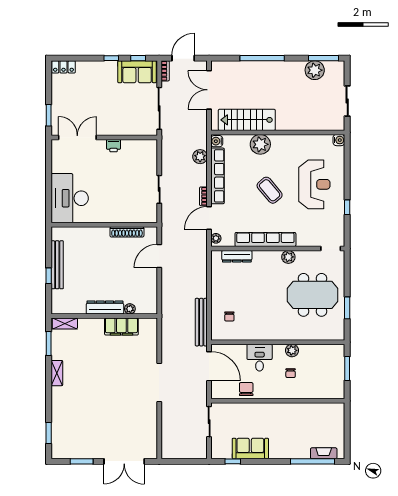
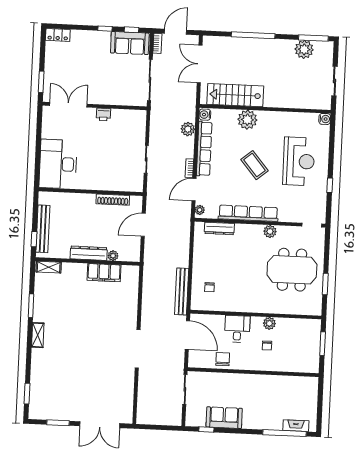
dresser: (105, 307) -> (89, 253), moved
plant: (130, 309) -> (113, 256), moved
wall: (104, 316) -> (88, 262), moved
shelving: (65, 323) -> (49, 267), moved
filing cabinet: (121, 327) -> (104, 273), moved

